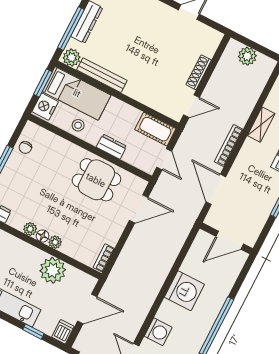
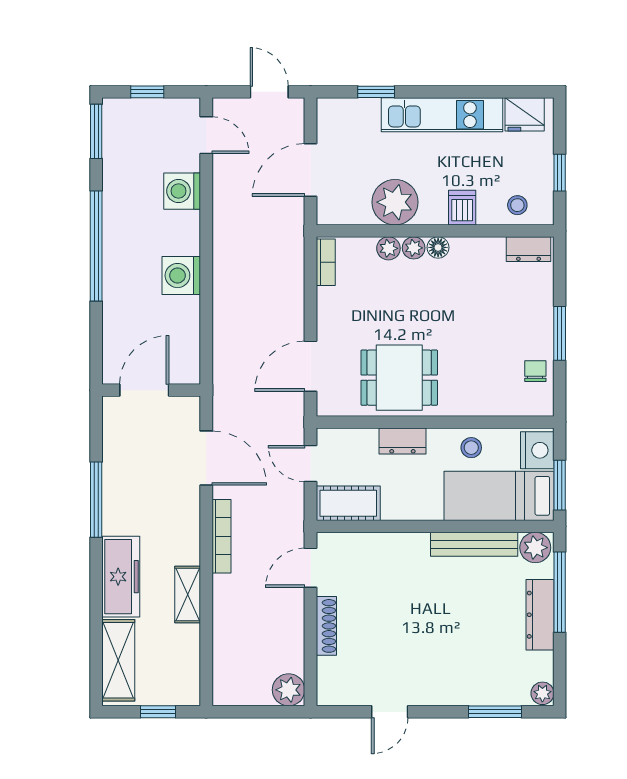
plant: (247, 56) -> (289, 690), moved
plant: (30, 229) -> (388, 248), moved
washing machine: (184, 291) -> (181, 276), width x0.73, depth x0.73
dishwasher: (63, 332) -> (462, 208), moved, turned 180

